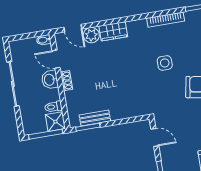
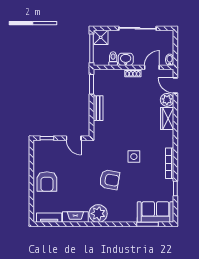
door: (73, 28) -> (175, 86), hinge flipped
washbasin: (50, 80) -> (126, 59), moved
bench: (95, 118) -> (98, 108), moved
shower: (55, 122) -> (101, 37), moved
door: (155, 137) -> (74, 138), hinge flipped

